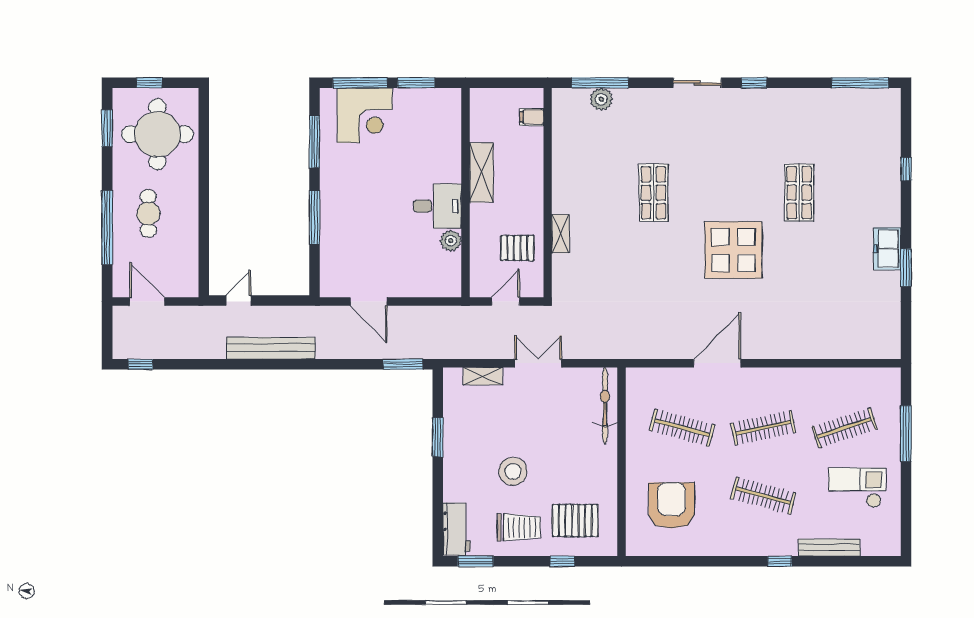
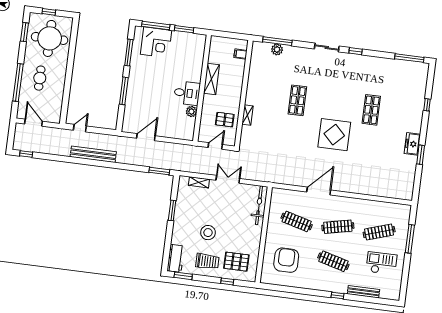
door: (369, 302) -> (146, 137), swing flipped

